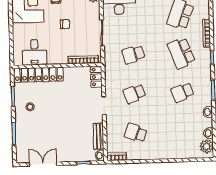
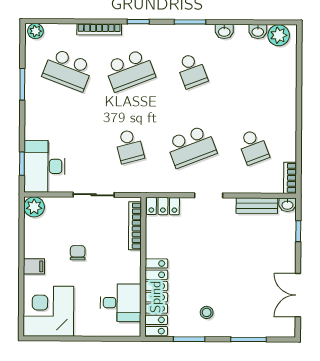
school desk: (134, 94) -> (191, 147), width x1.85
school desk: (136, 133) -> (253, 147), turned -42

